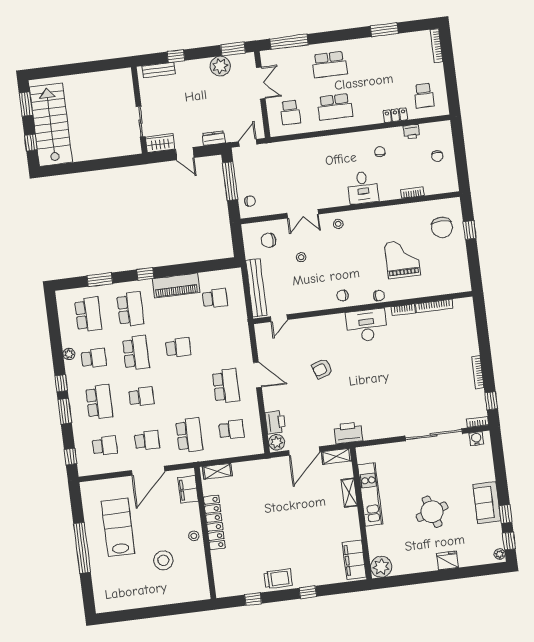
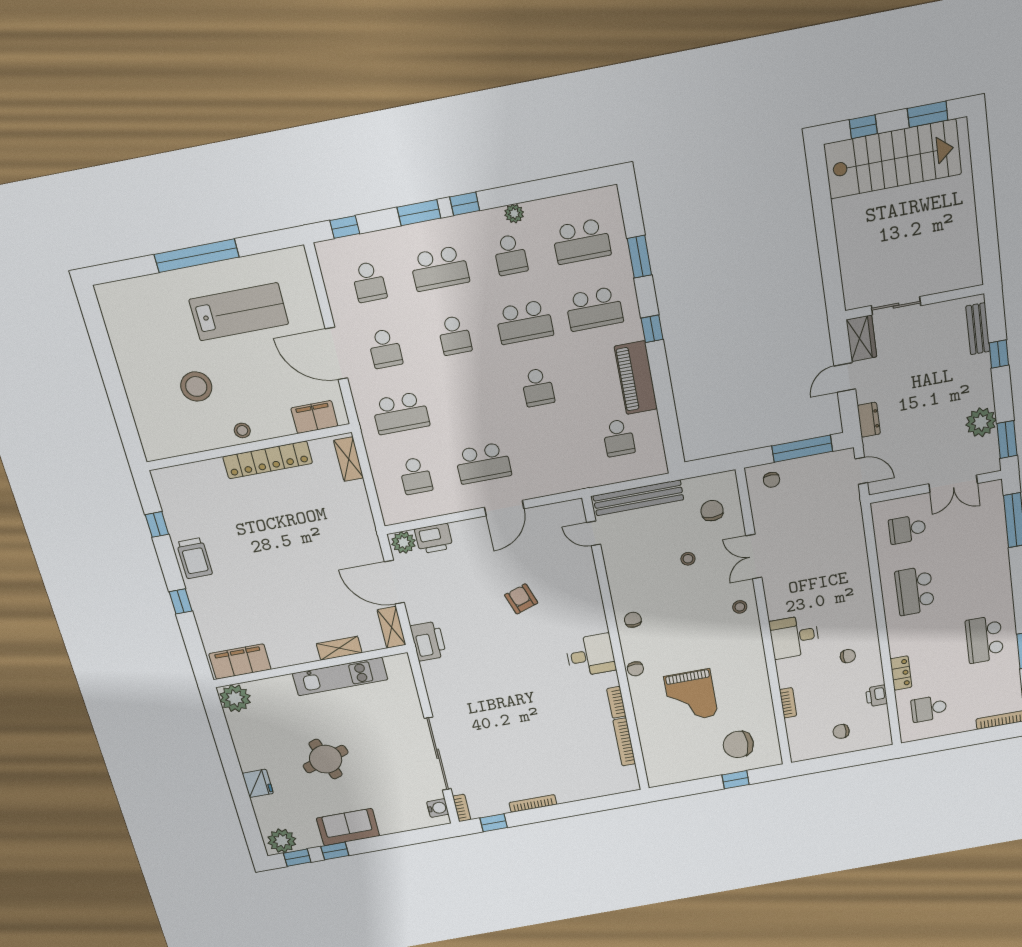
school desk: (330, 64) -> (984, 639), moved
grand piano: (402, 259) -> (691, 696), turned 90
desk: (367, 325) -> (591, 655), width x0.73
plant: (500, 554) -> (282, 841), width x1.87, depth x1.87

